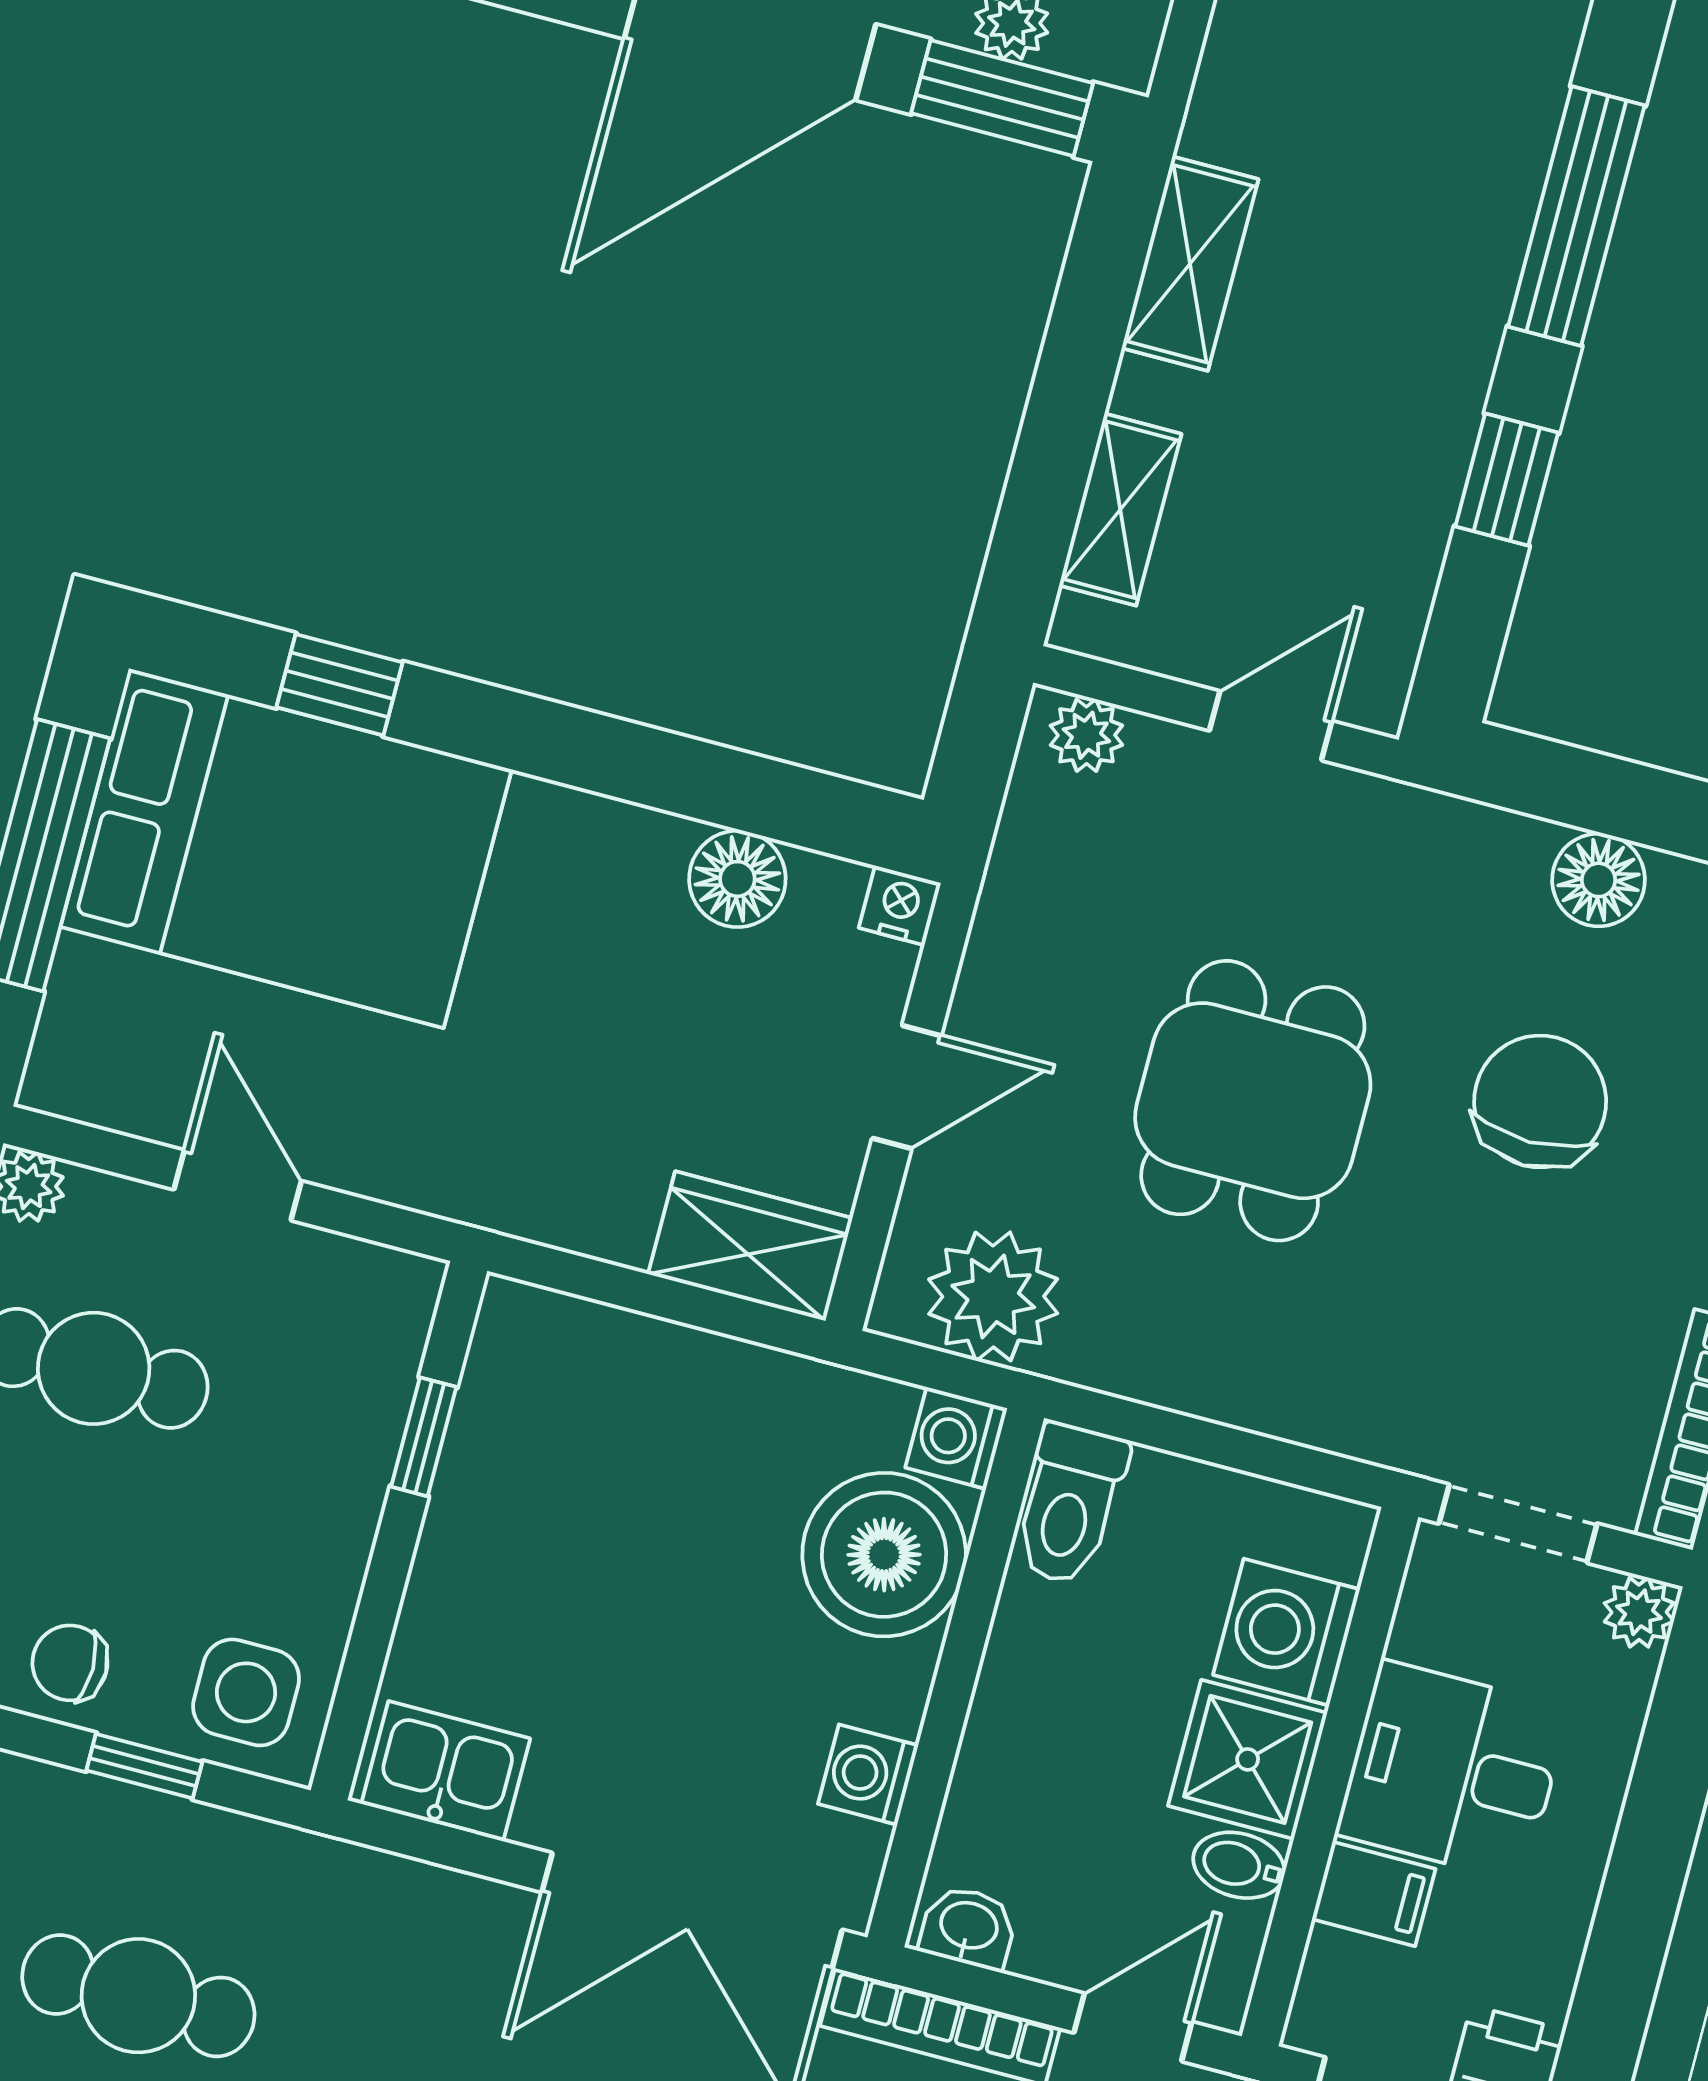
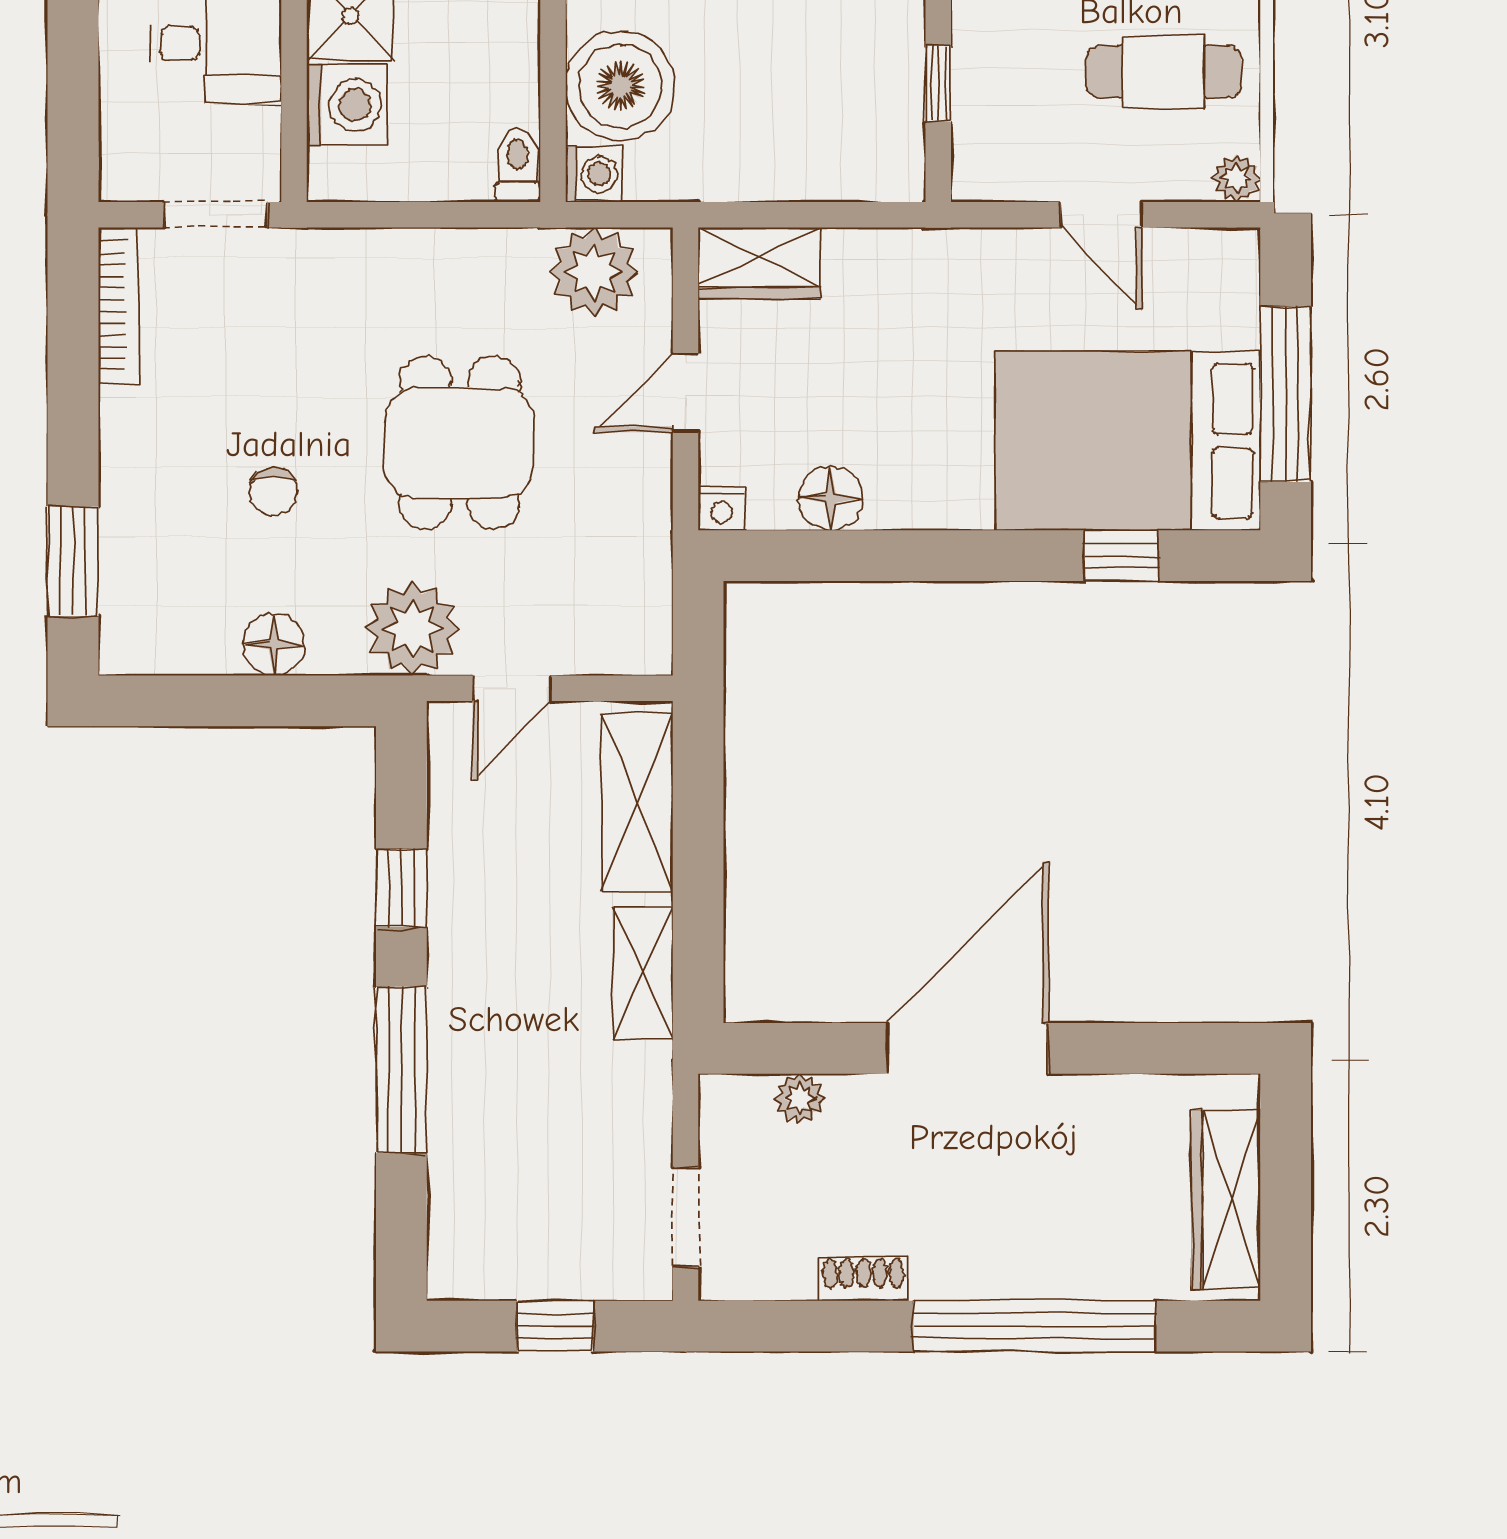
window: (1002, 98) -> (793, 1048), removed
shelving: (1120, 510) -> (637, 802), width x1.50, depth x1.33
plant: (1086, 735) -> (413, 629), moved, width x1.87, depth x1.87
chair: (1540, 1101) -> (274, 491), width x0.54, depth x0.54
toilet: (1069, 1504) -> (518, 165), width x0.73, depth x0.72
plant: (1639, 1612) -> (122, 178), removed

